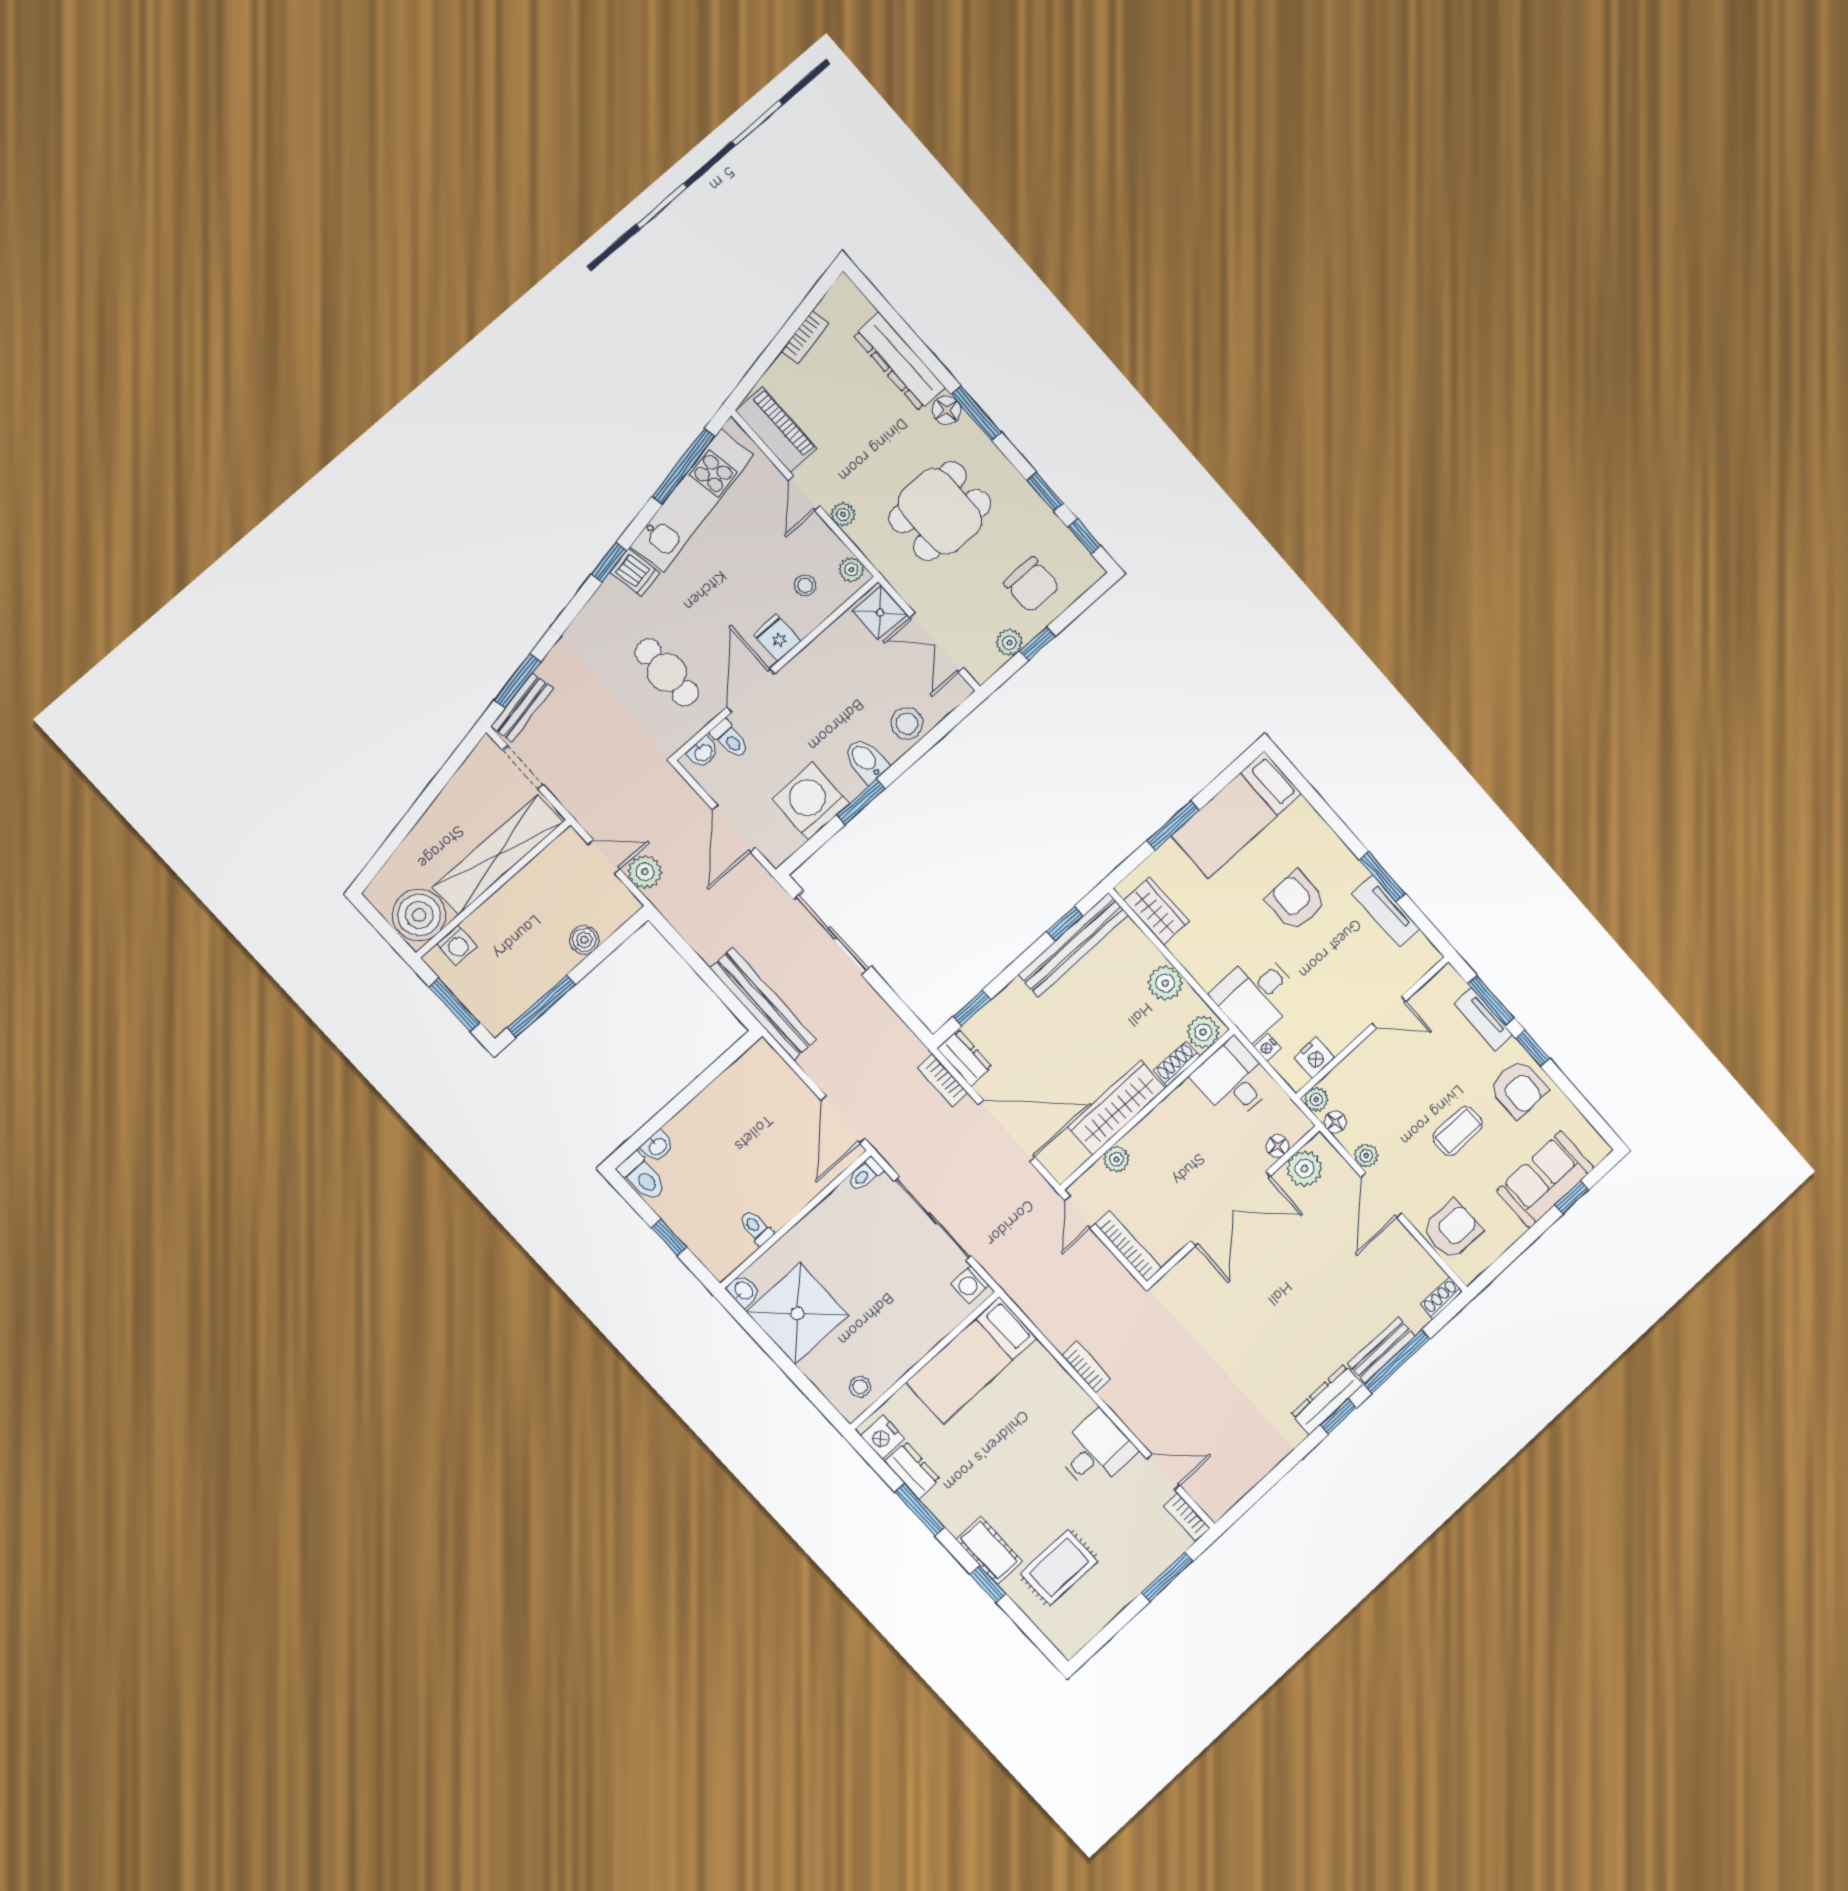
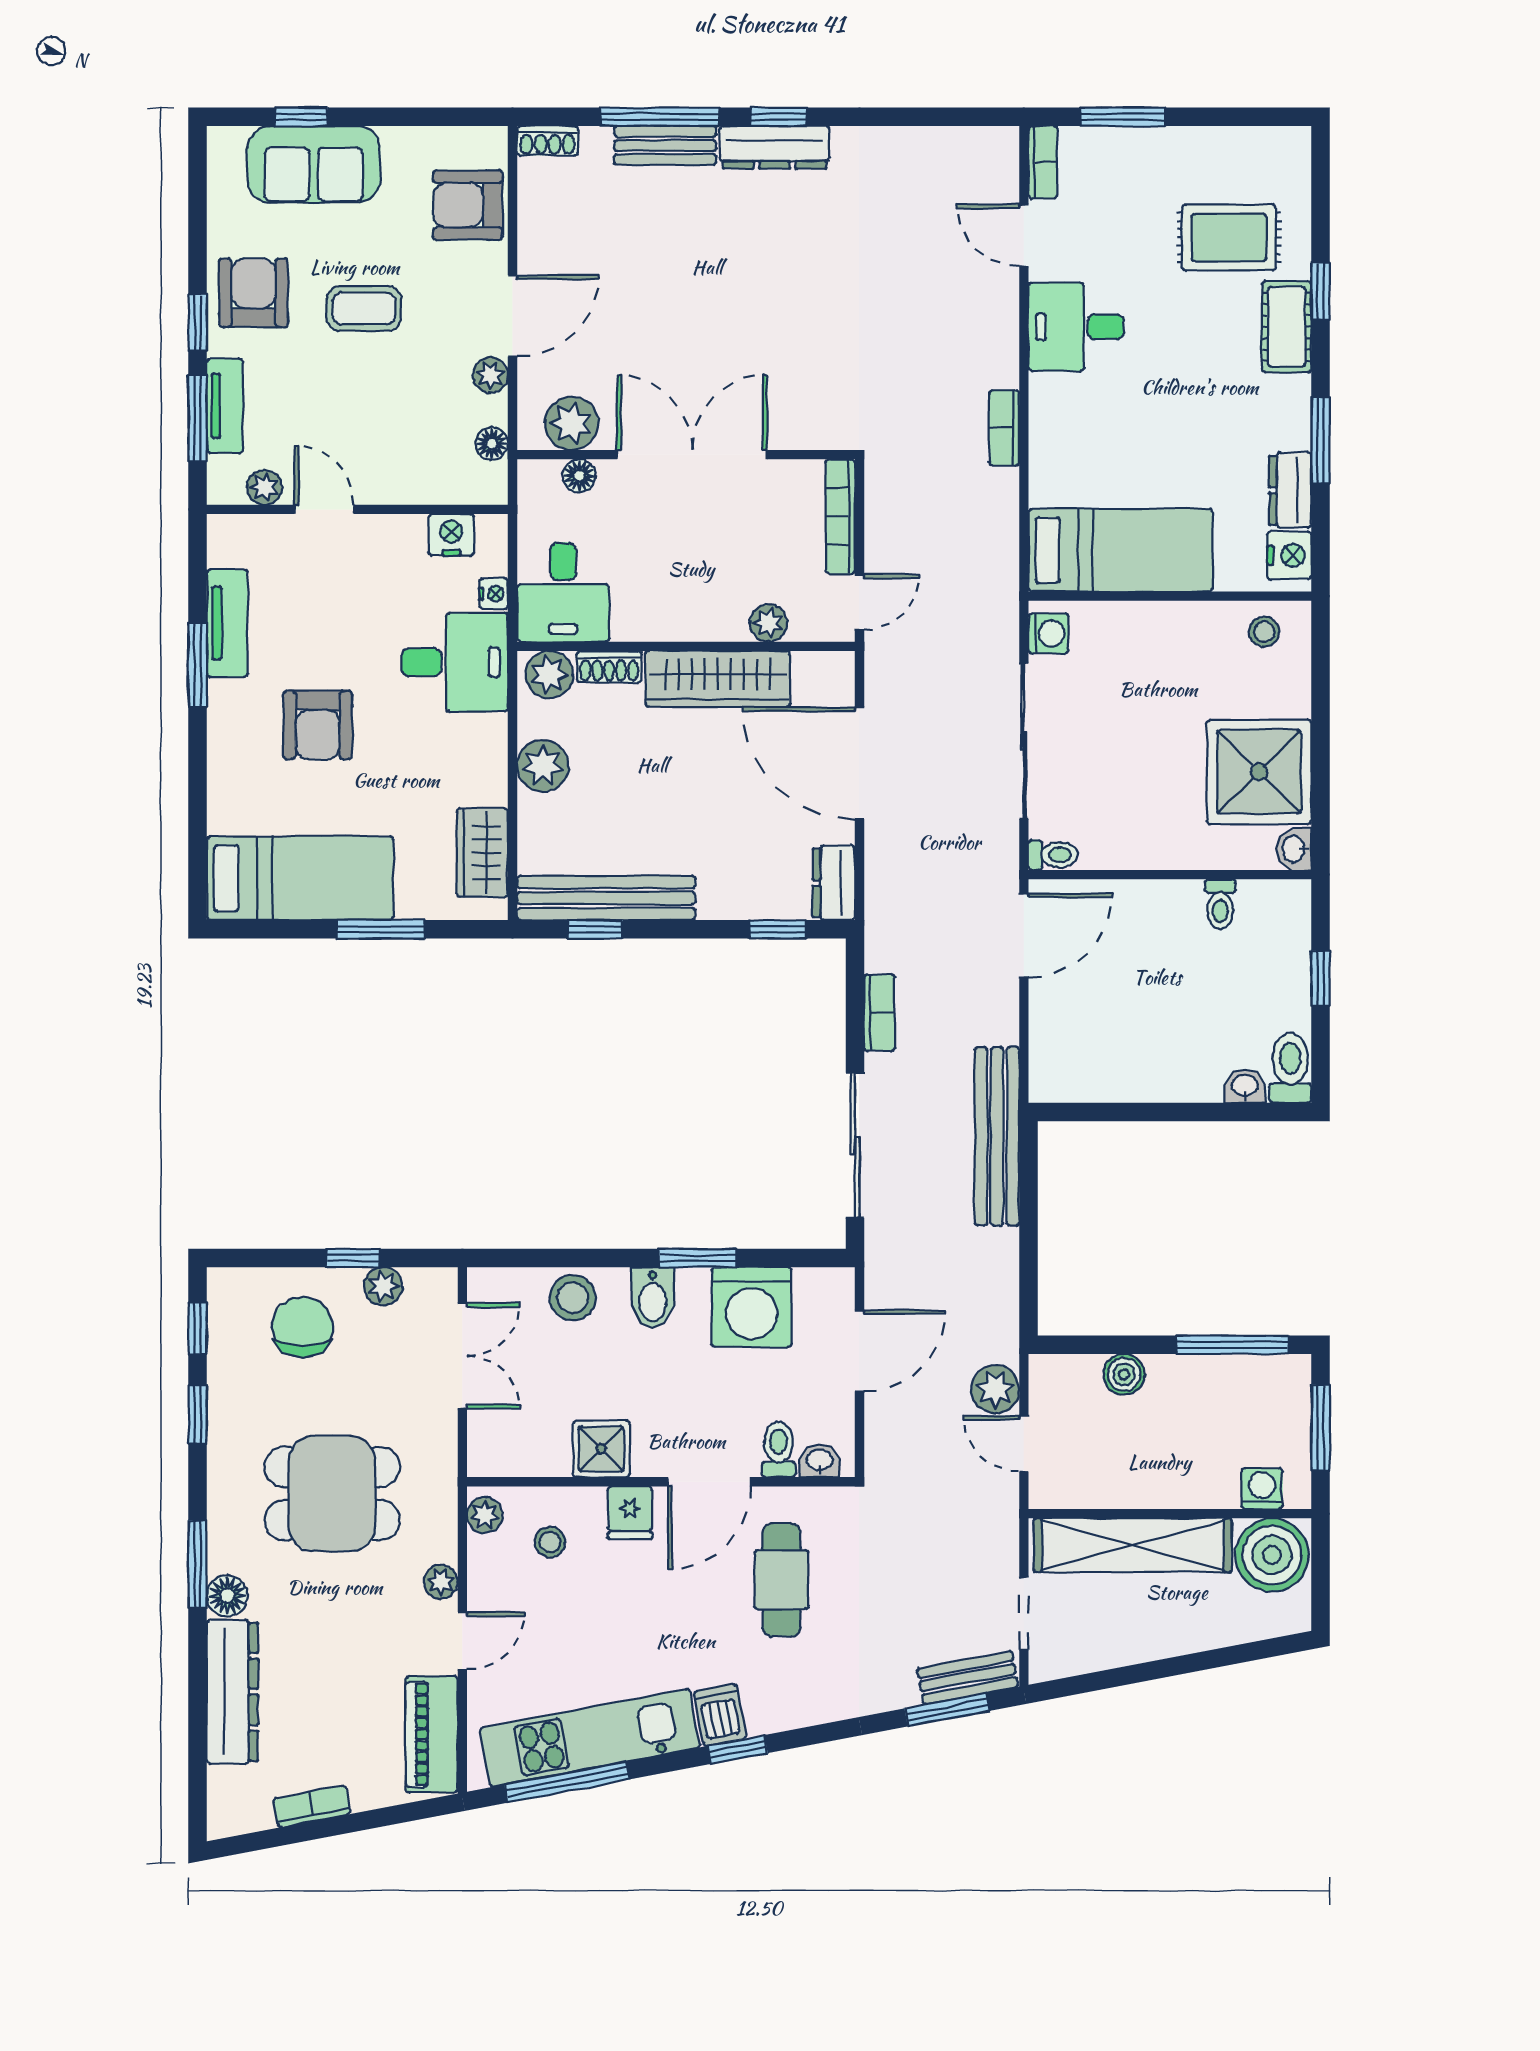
shower: (880, 613) -> (601, 1449), moved
bookcase: (943, 1081) -> (879, 1013), moved
plant: (1316, 1099) -> (264, 487), moved

